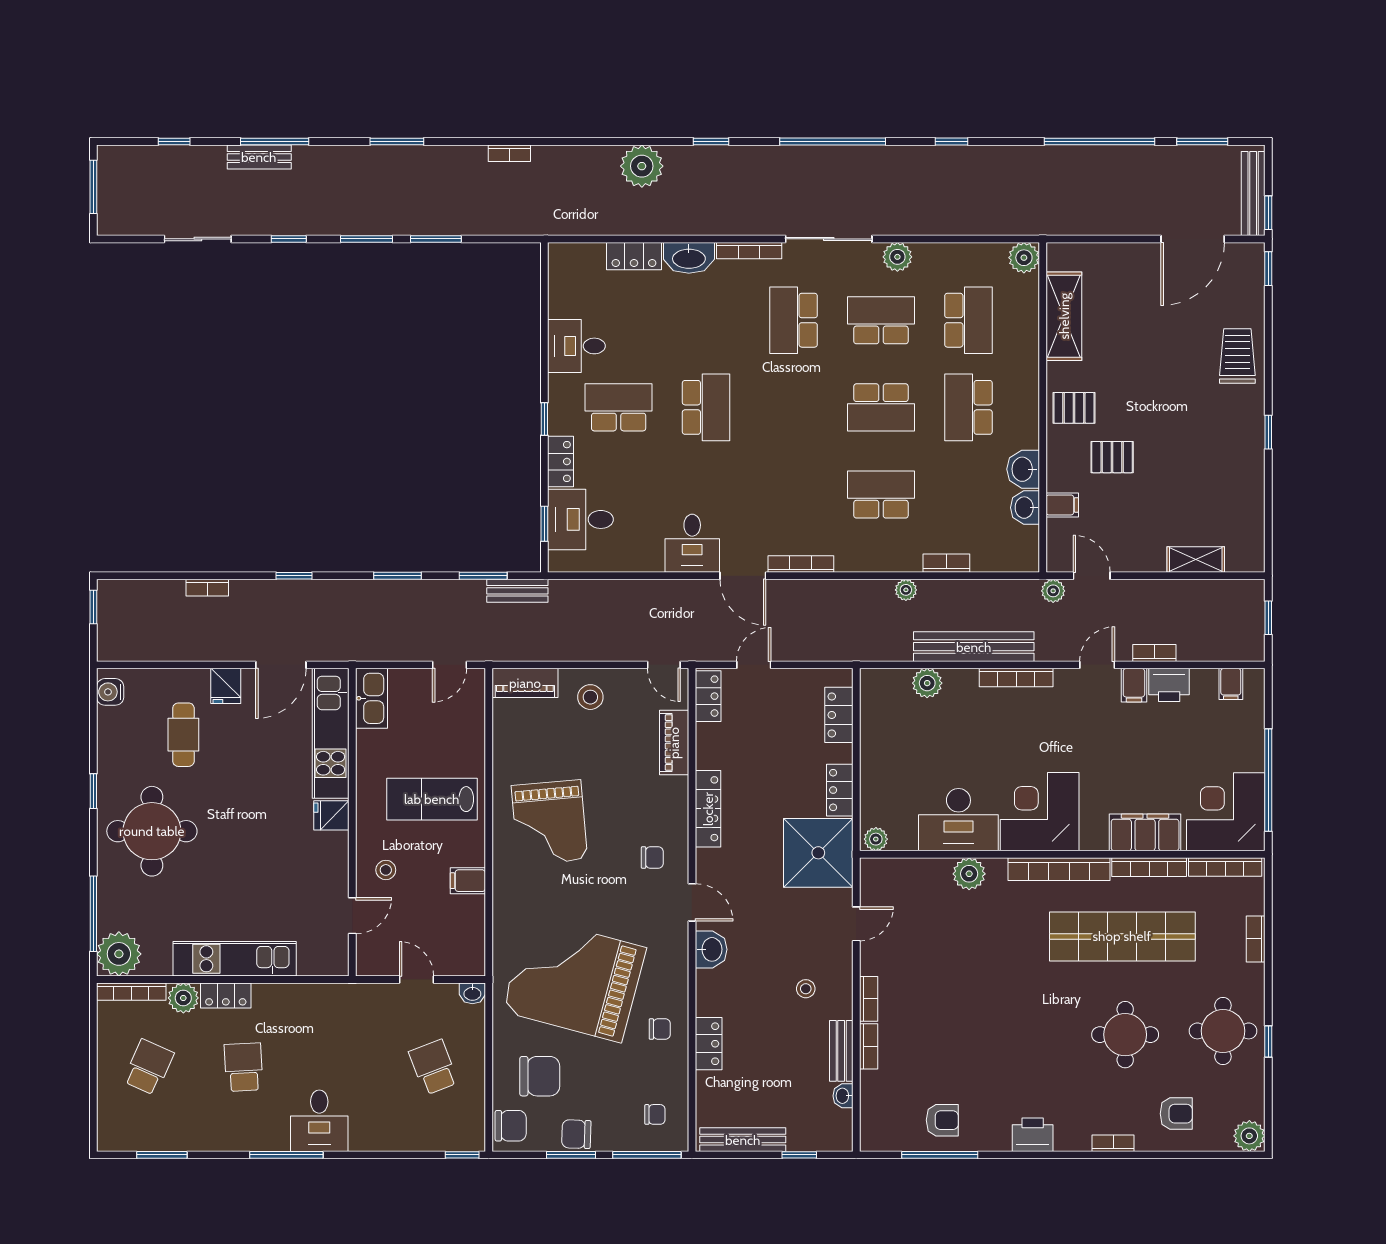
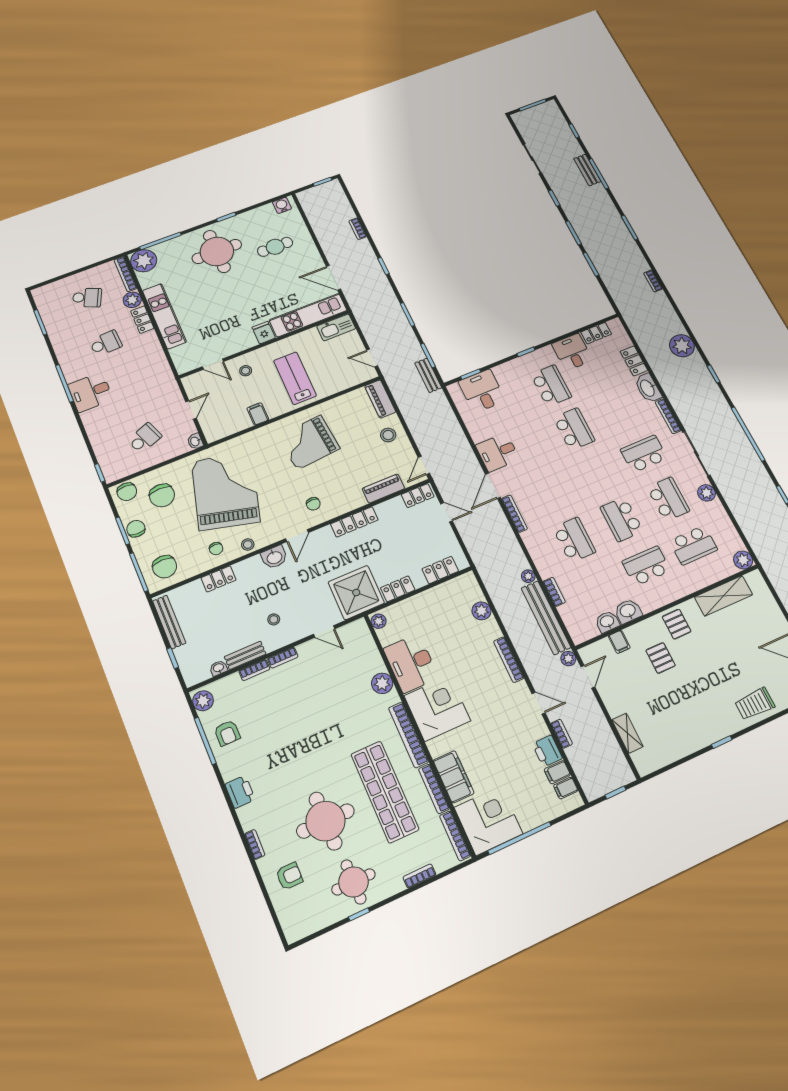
trolley: (1237, 356) -> (755, 704), turned 180
school desk: (706, 407) -> (574, 429), turned -90
locker: (561, 461) -> (596, 333), moved
bench: (974, 647) -> (546, 618), moved
filing cabinet: (1134, 685) -> (557, 772), moved
fridge: (226, 686) -> (310, 257), removed
stool: (674, 980) -> (248, 545), added
round table: (1125, 1035) -> (325, 821), width x1.36, depth x1.36
chair: (655, 1114) -> (165, 567), width x1.87, depth x1.87
armchair: (1176, 1114) -> (289, 876), turned -90
plant: (1249, 1136) -> (203, 701), moved

